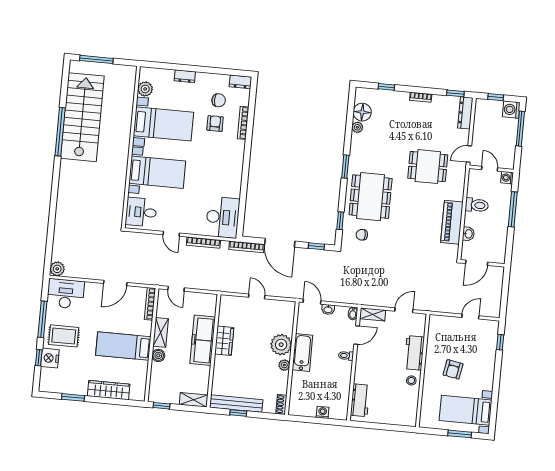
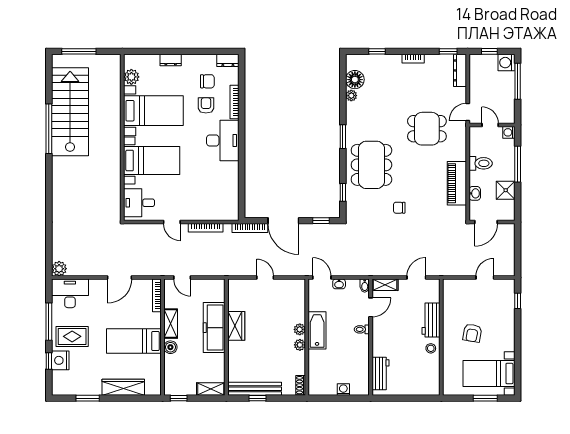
desk: (223, 217) -> (223, 141), moved
shower: (499, 234) -> (506, 190), added
chair: (362, 235) -> (399, 208), moved
plant: (281, 345) -> (300, 329), width x0.53, depth x0.53

